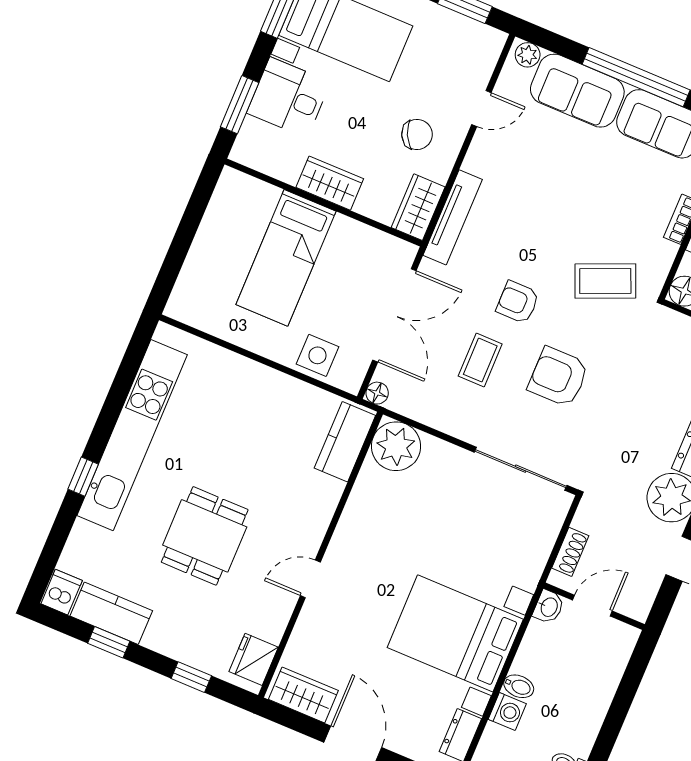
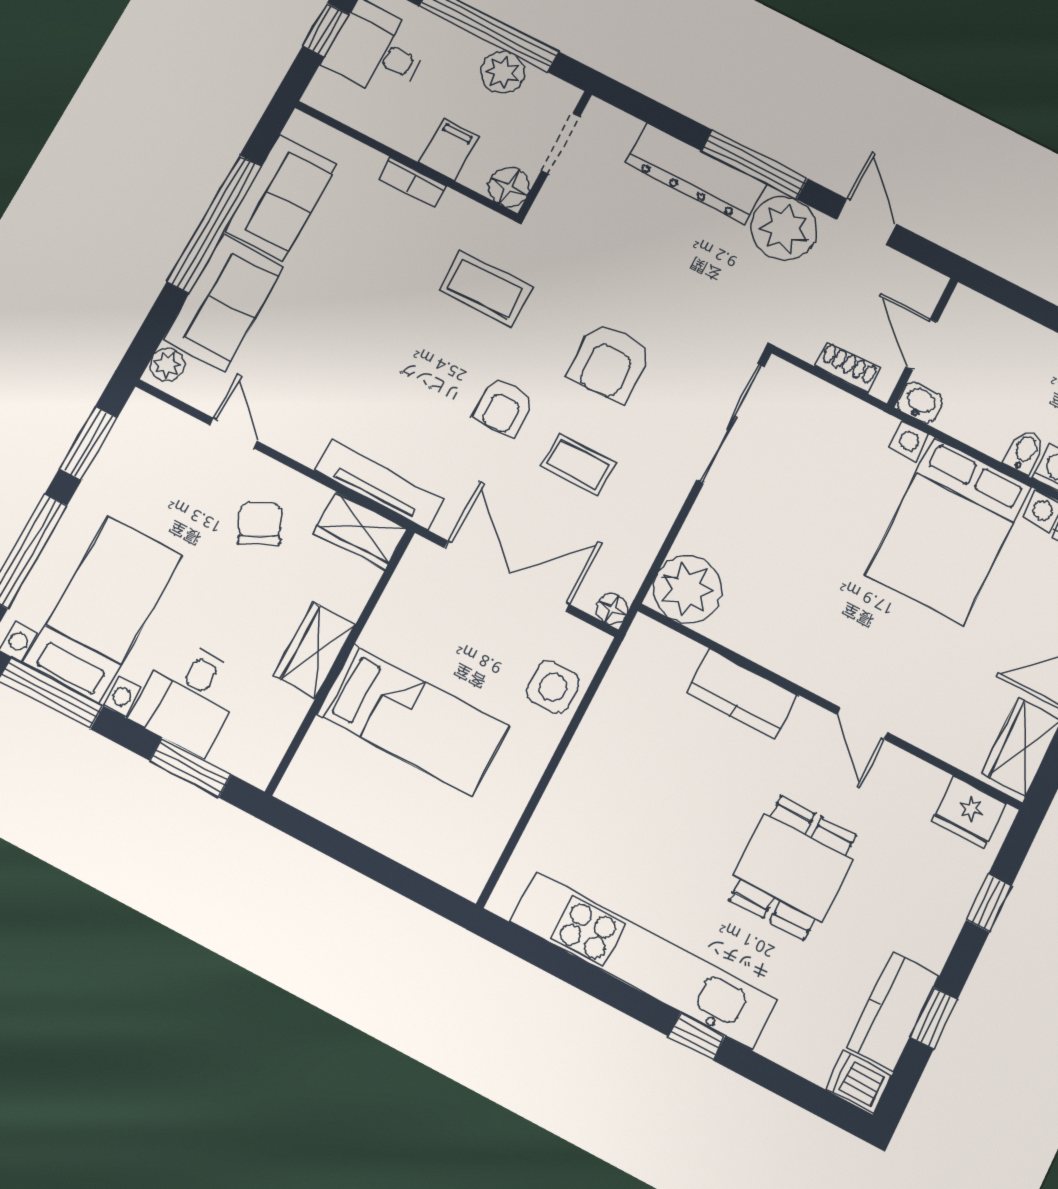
coffee table: (605, 281) -> (486, 289), turned -67
kitchen counter: (345, 442) -> (742, 694), moved
dining table: (205, 536) -> (793, 868), turned 90

